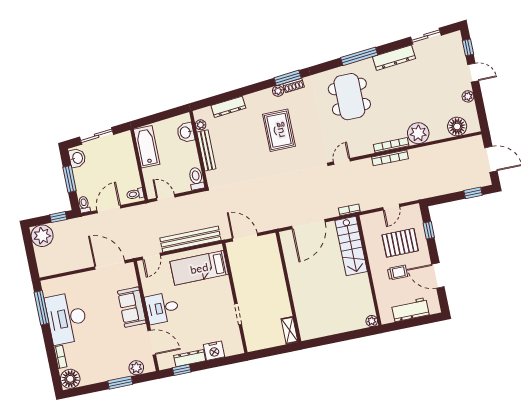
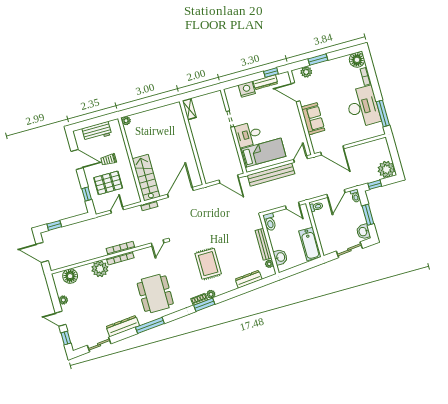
desk: (162, 308) -> (248, 134), moved, turned 180

